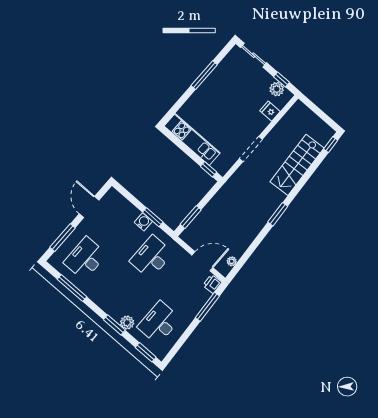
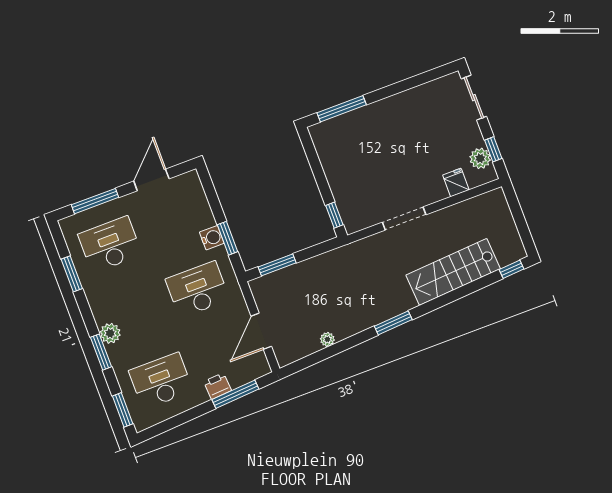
window: (204, 75) -> (342, 109), moved
kitchen unit: (192, 139) -> (334, 164), removed
door: (202, 261) -> (261, 331), swing flipped
plant: (232, 261) -> (327, 339), moved
printer: (212, 284) -> (218, 386), moved
window: (72, 288) -> (72, 274), width x0.69
plant: (127, 323) -> (110, 333), moved

